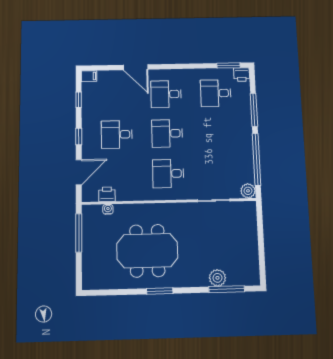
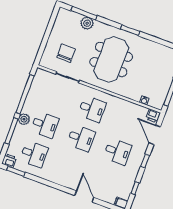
desk: (166, 94) -> (45, 125), moved
door: (79, 172) -> (155, 135), hinge flipped
plant: (248, 191) -> (24, 119), moved
printer: (107, 194) -> (153, 116), moved
chair: (228, 229) -> (66, 53), added
meeting table: (147, 251) -> (111, 59), moved, turned 90

